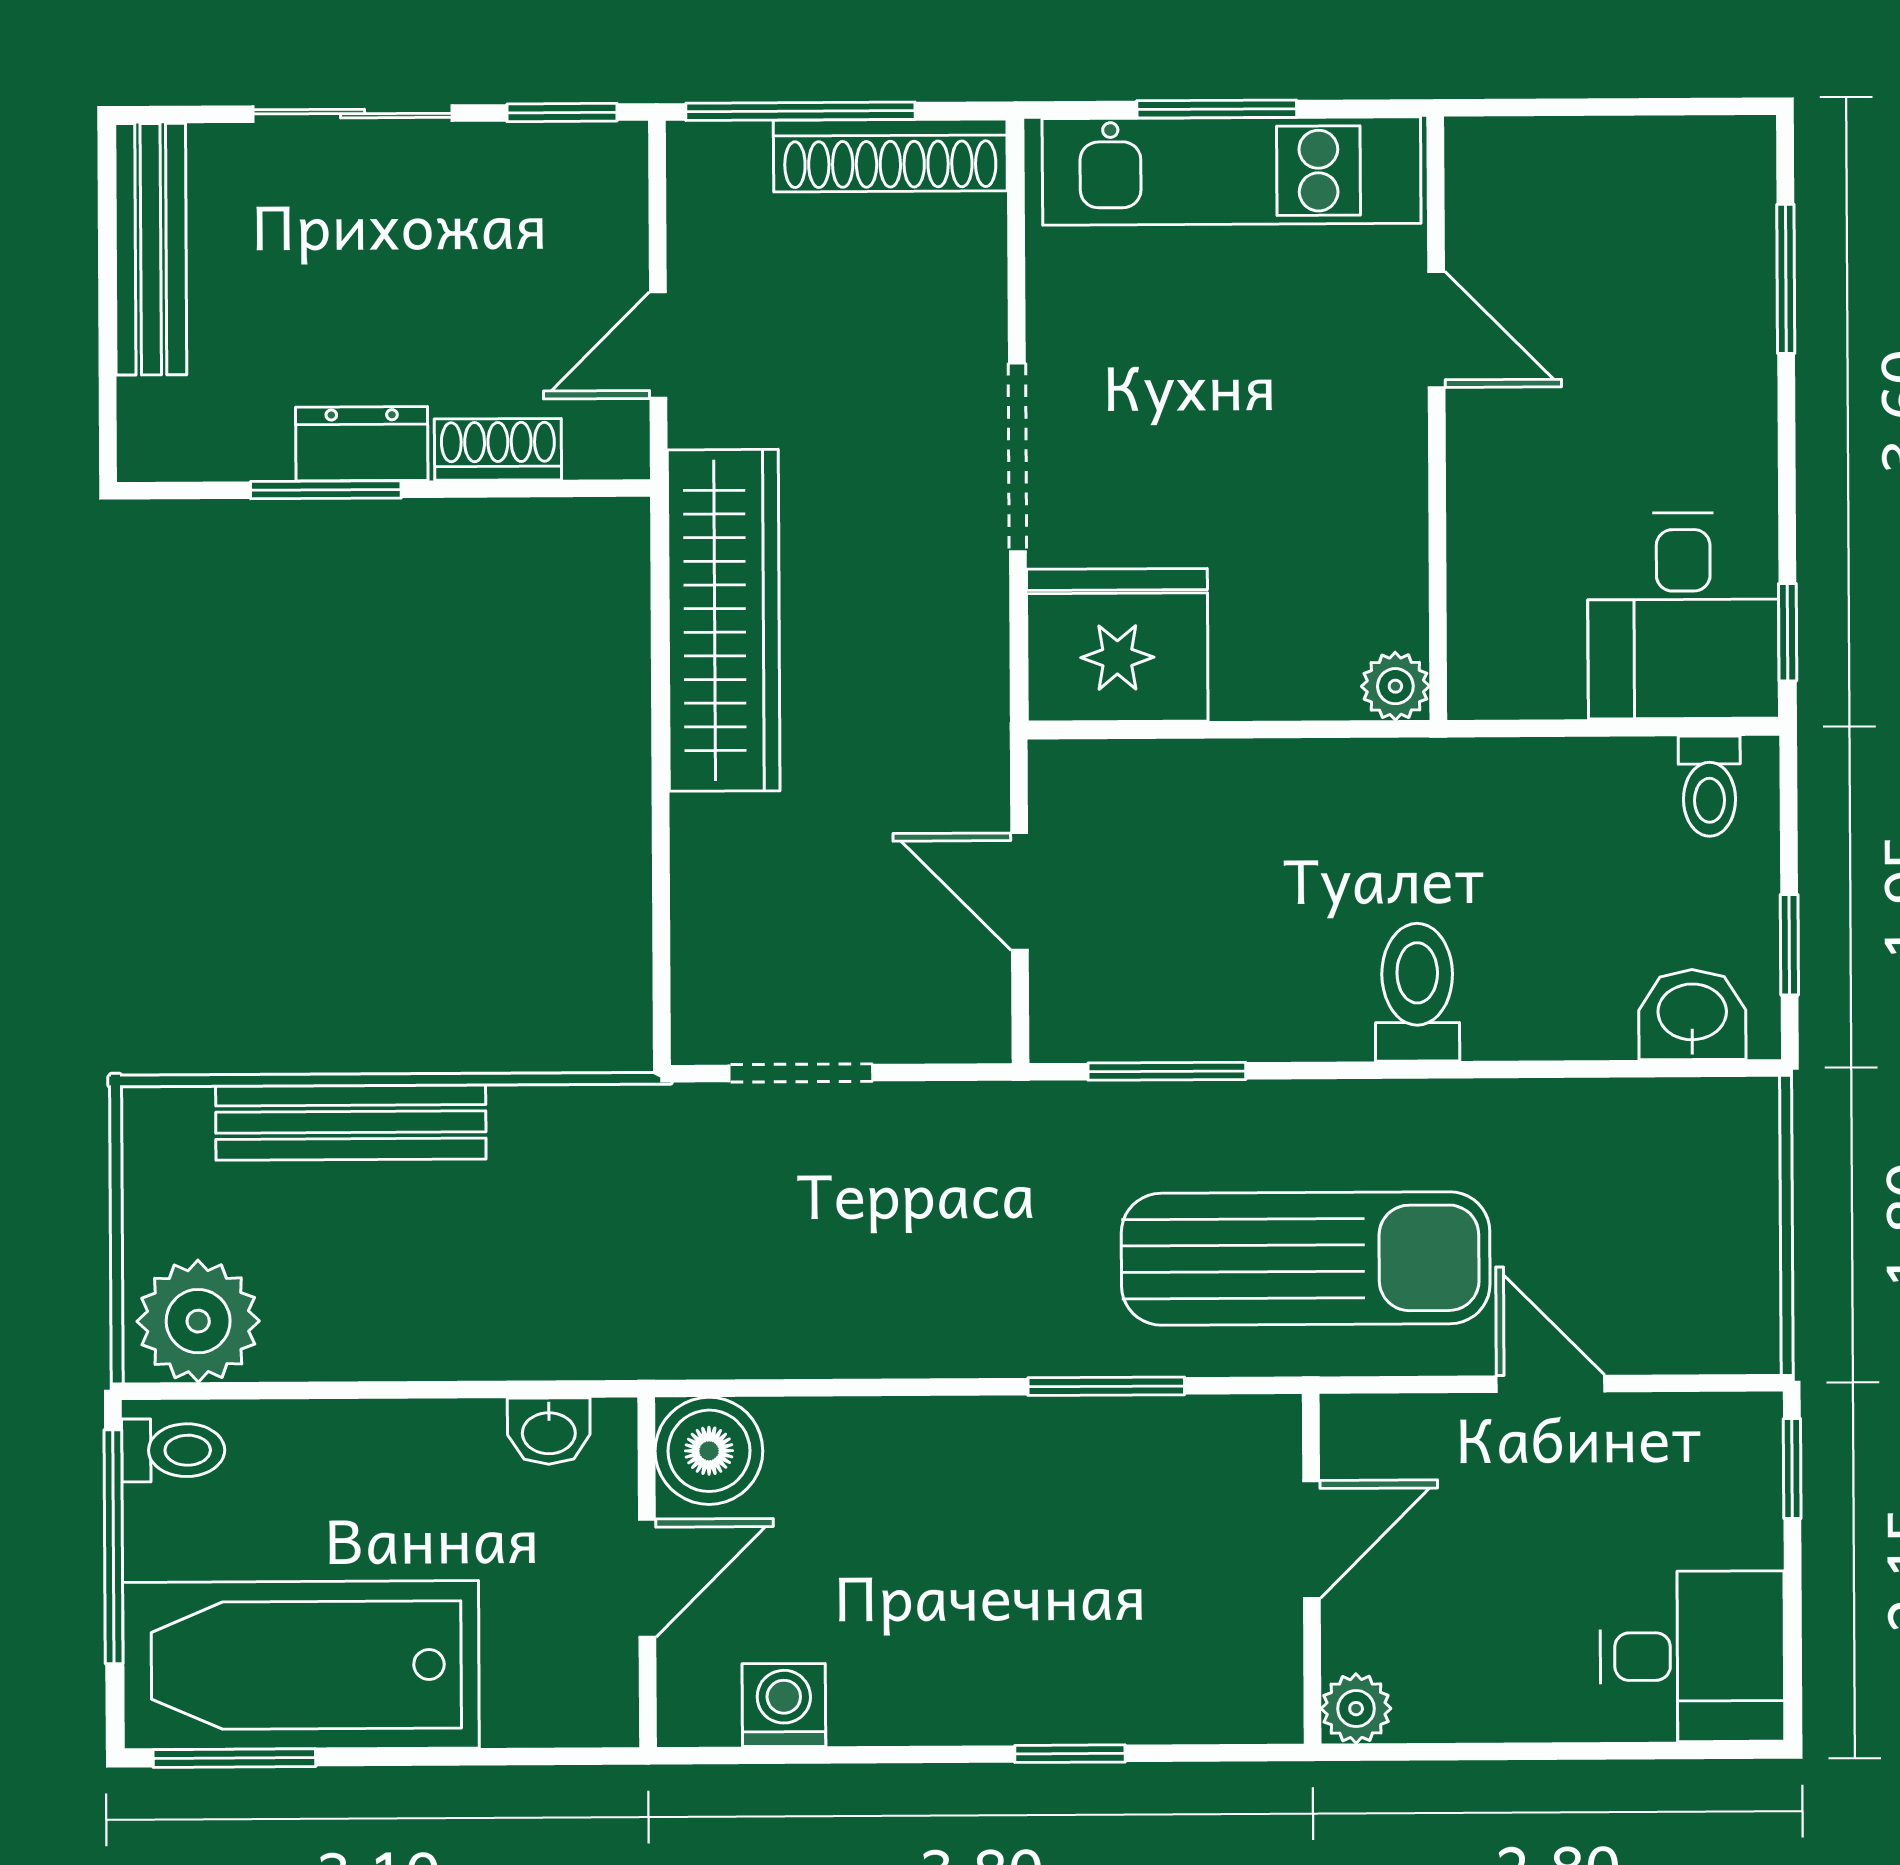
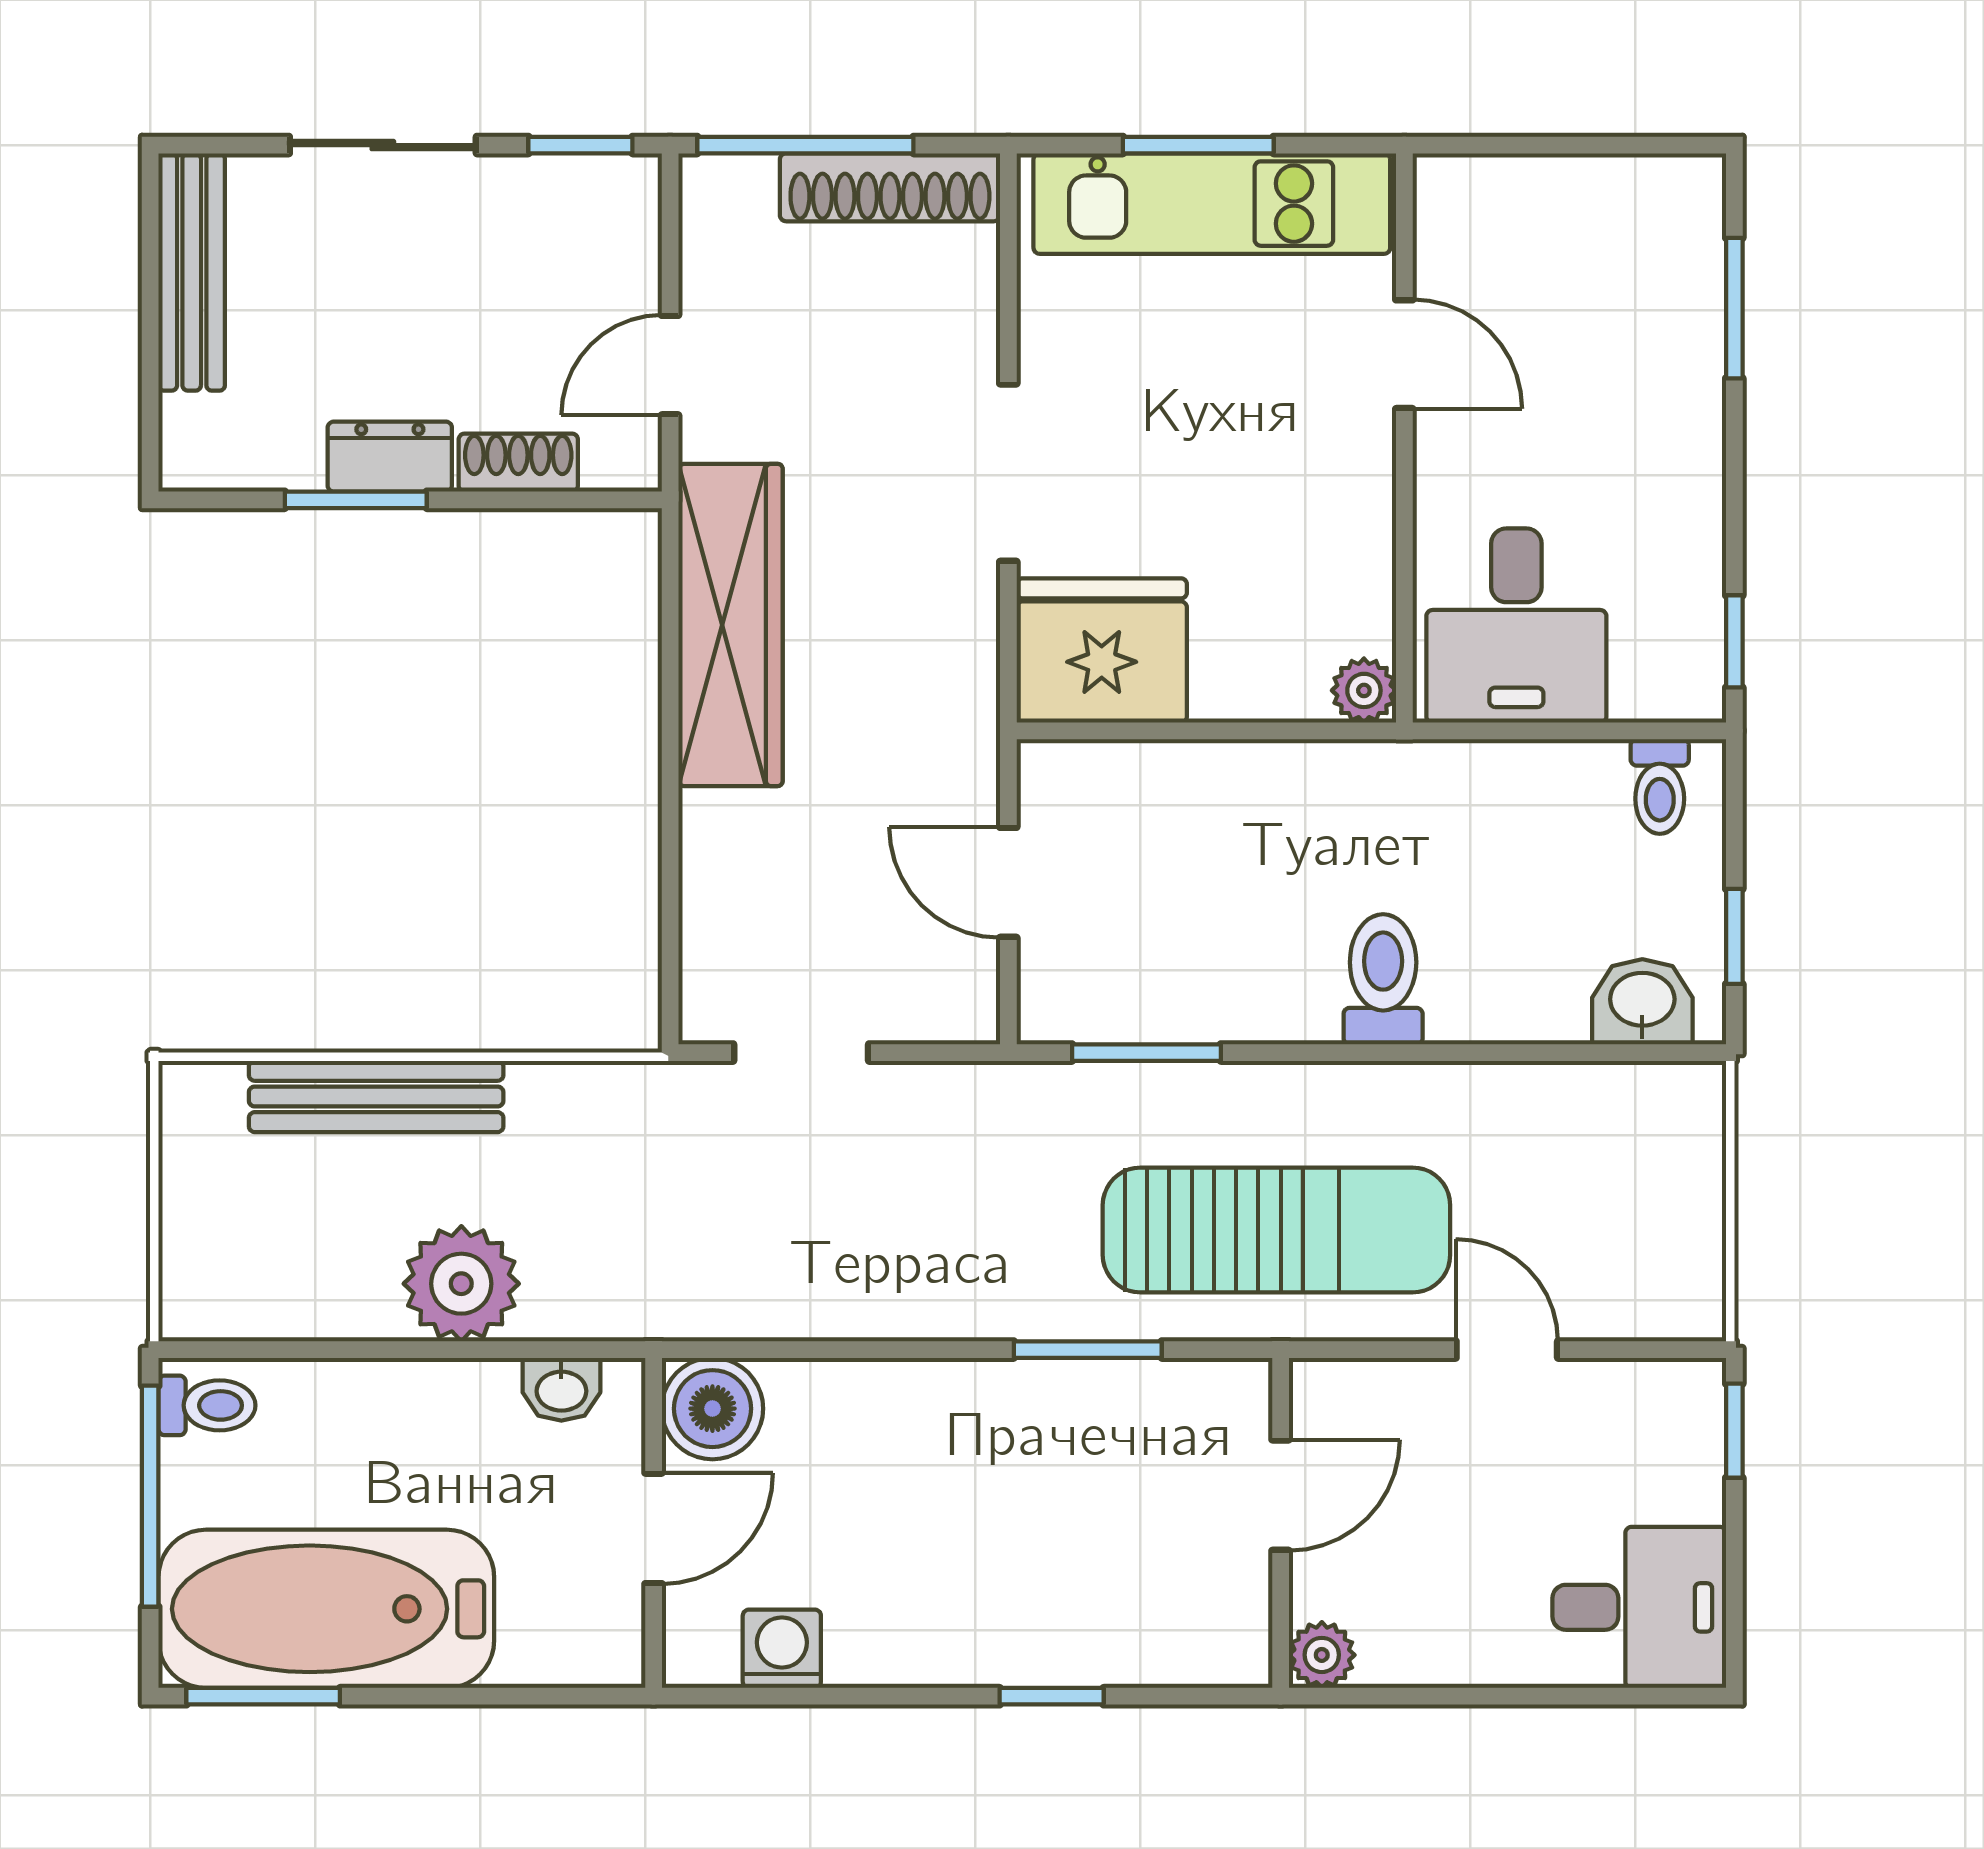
desk: (1683, 616) -> (1516, 626), moved
plant: (198, 1321) -> (461, 1284), moved

